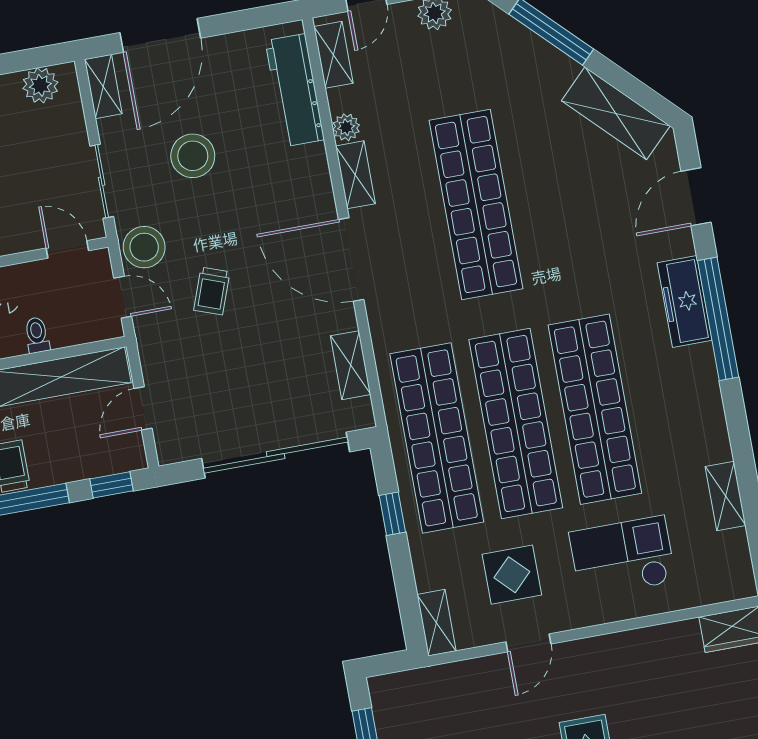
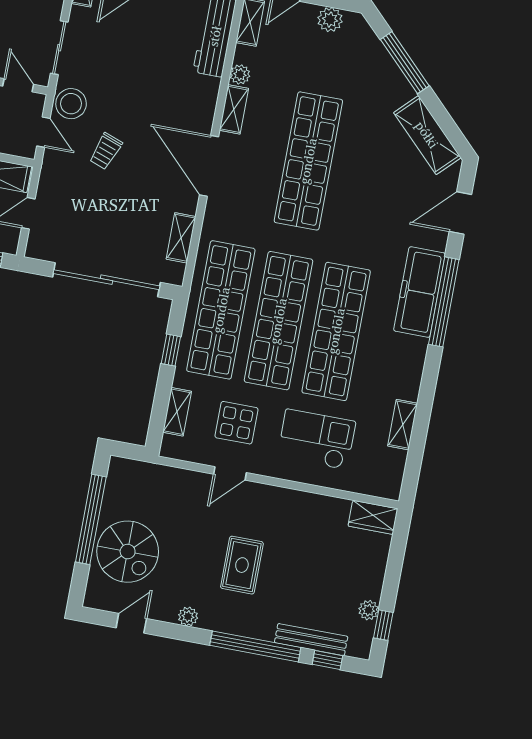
stool: (193, 156) -> (128, 54), removed
freezer: (685, 301) -> (420, 292), width x1.36, depth x1.26
shelving: (437, 623) -> (177, 412), moved

